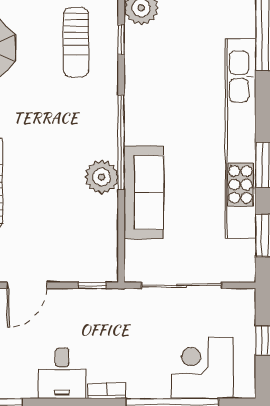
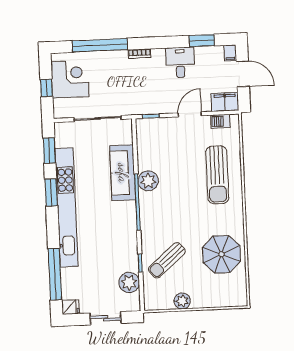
sun lounger: (76, 42) -> (167, 260), turned -131
corner desk: (202, 368) -> (70, 79), moved, turned -90
desk: (62, 373) -> (180, 62), moved

